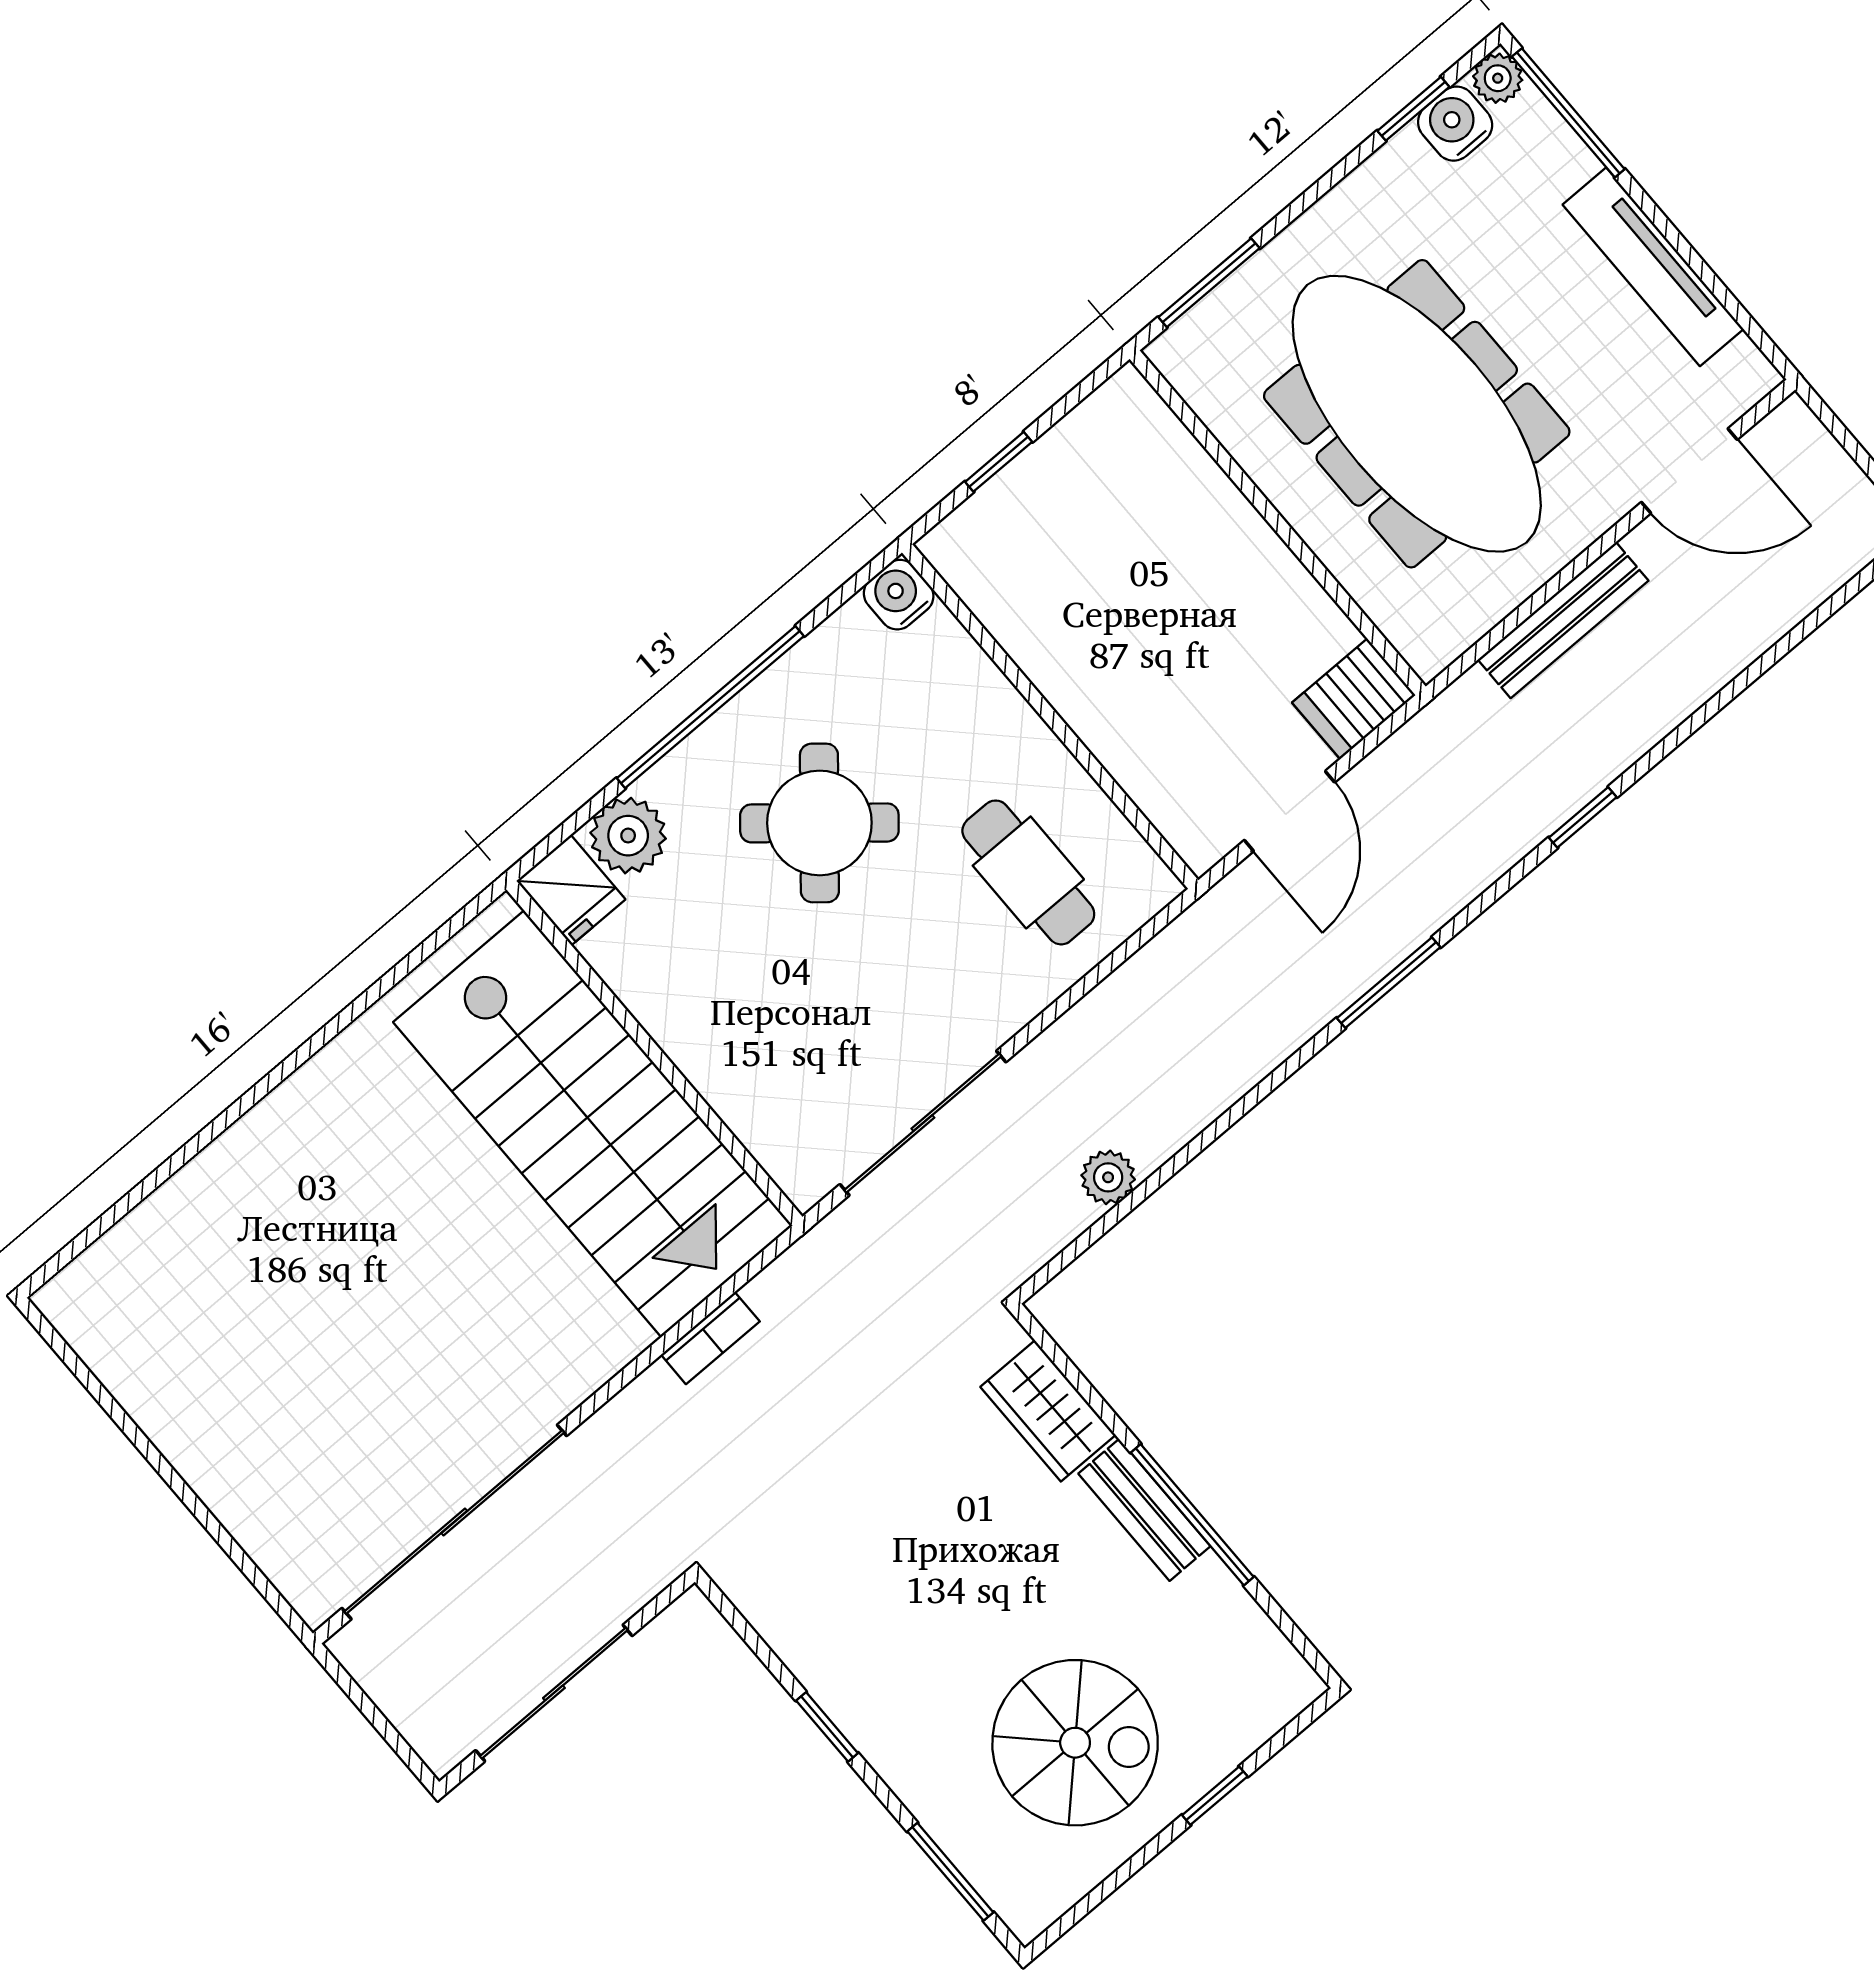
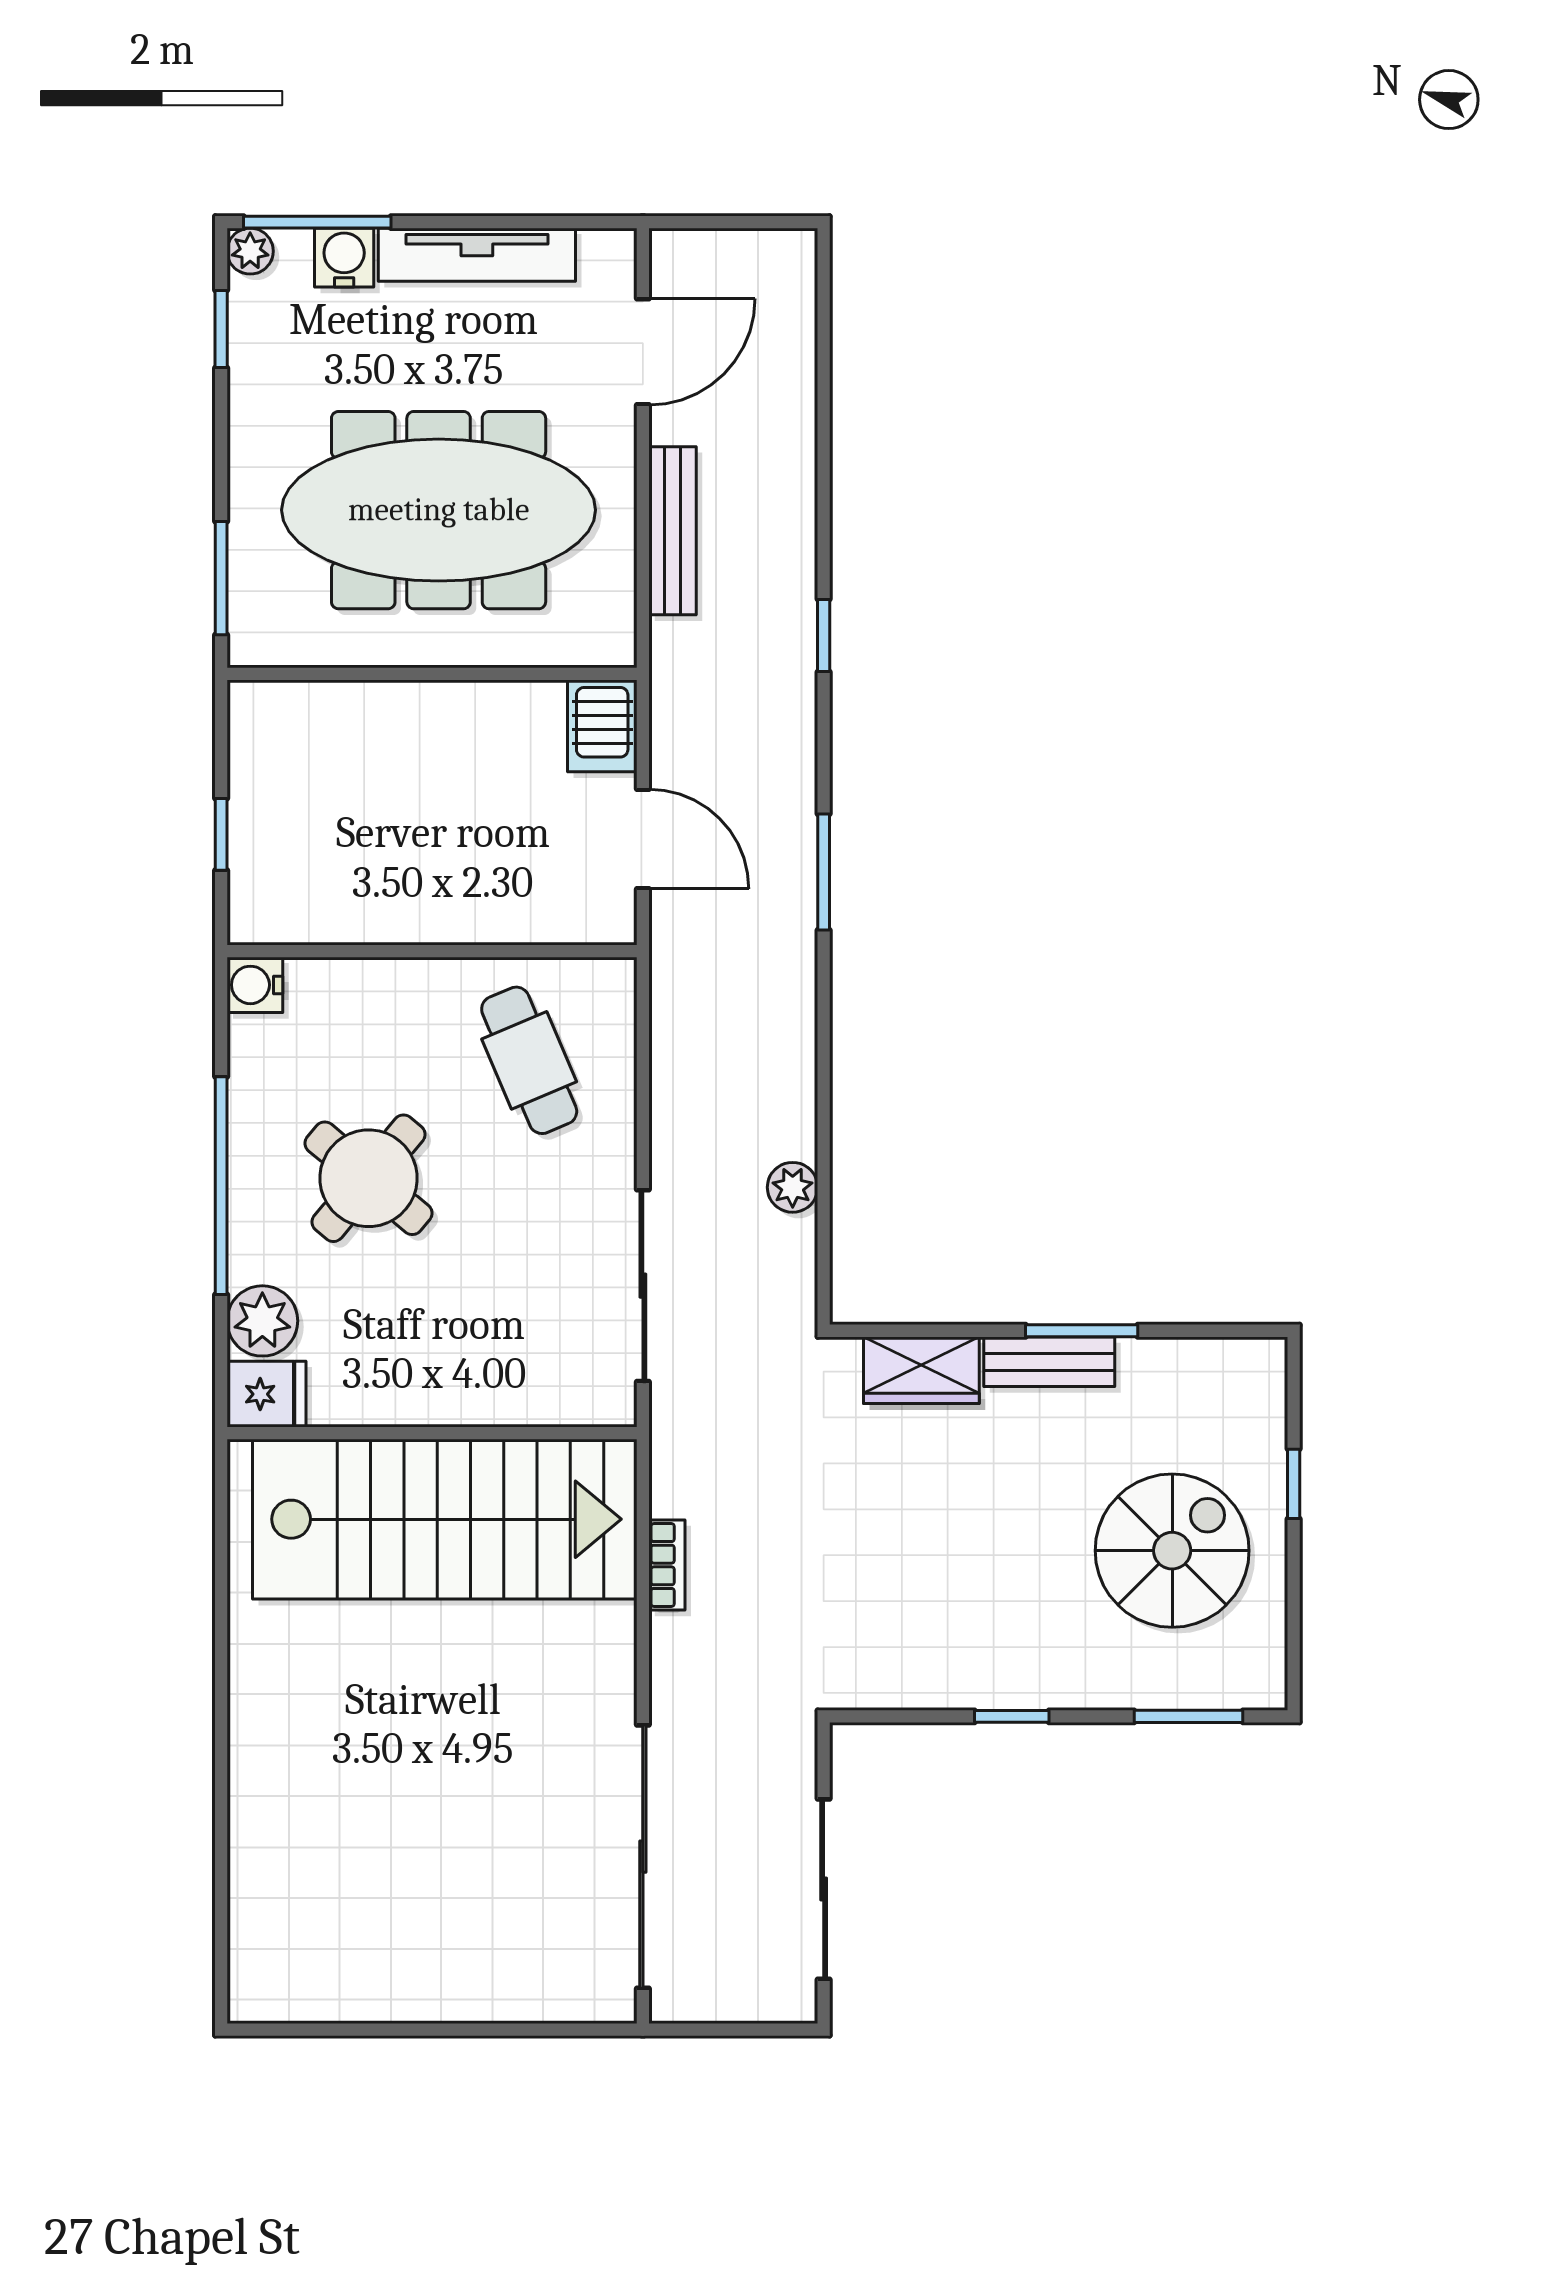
water cooler: (1455, 124) -> (344, 258), moved, turned 90
cafe table: (1028, 872) -> (529, 1060), turned 67
window: (1192, 1515) -> (1082, 1331), width x0.69

